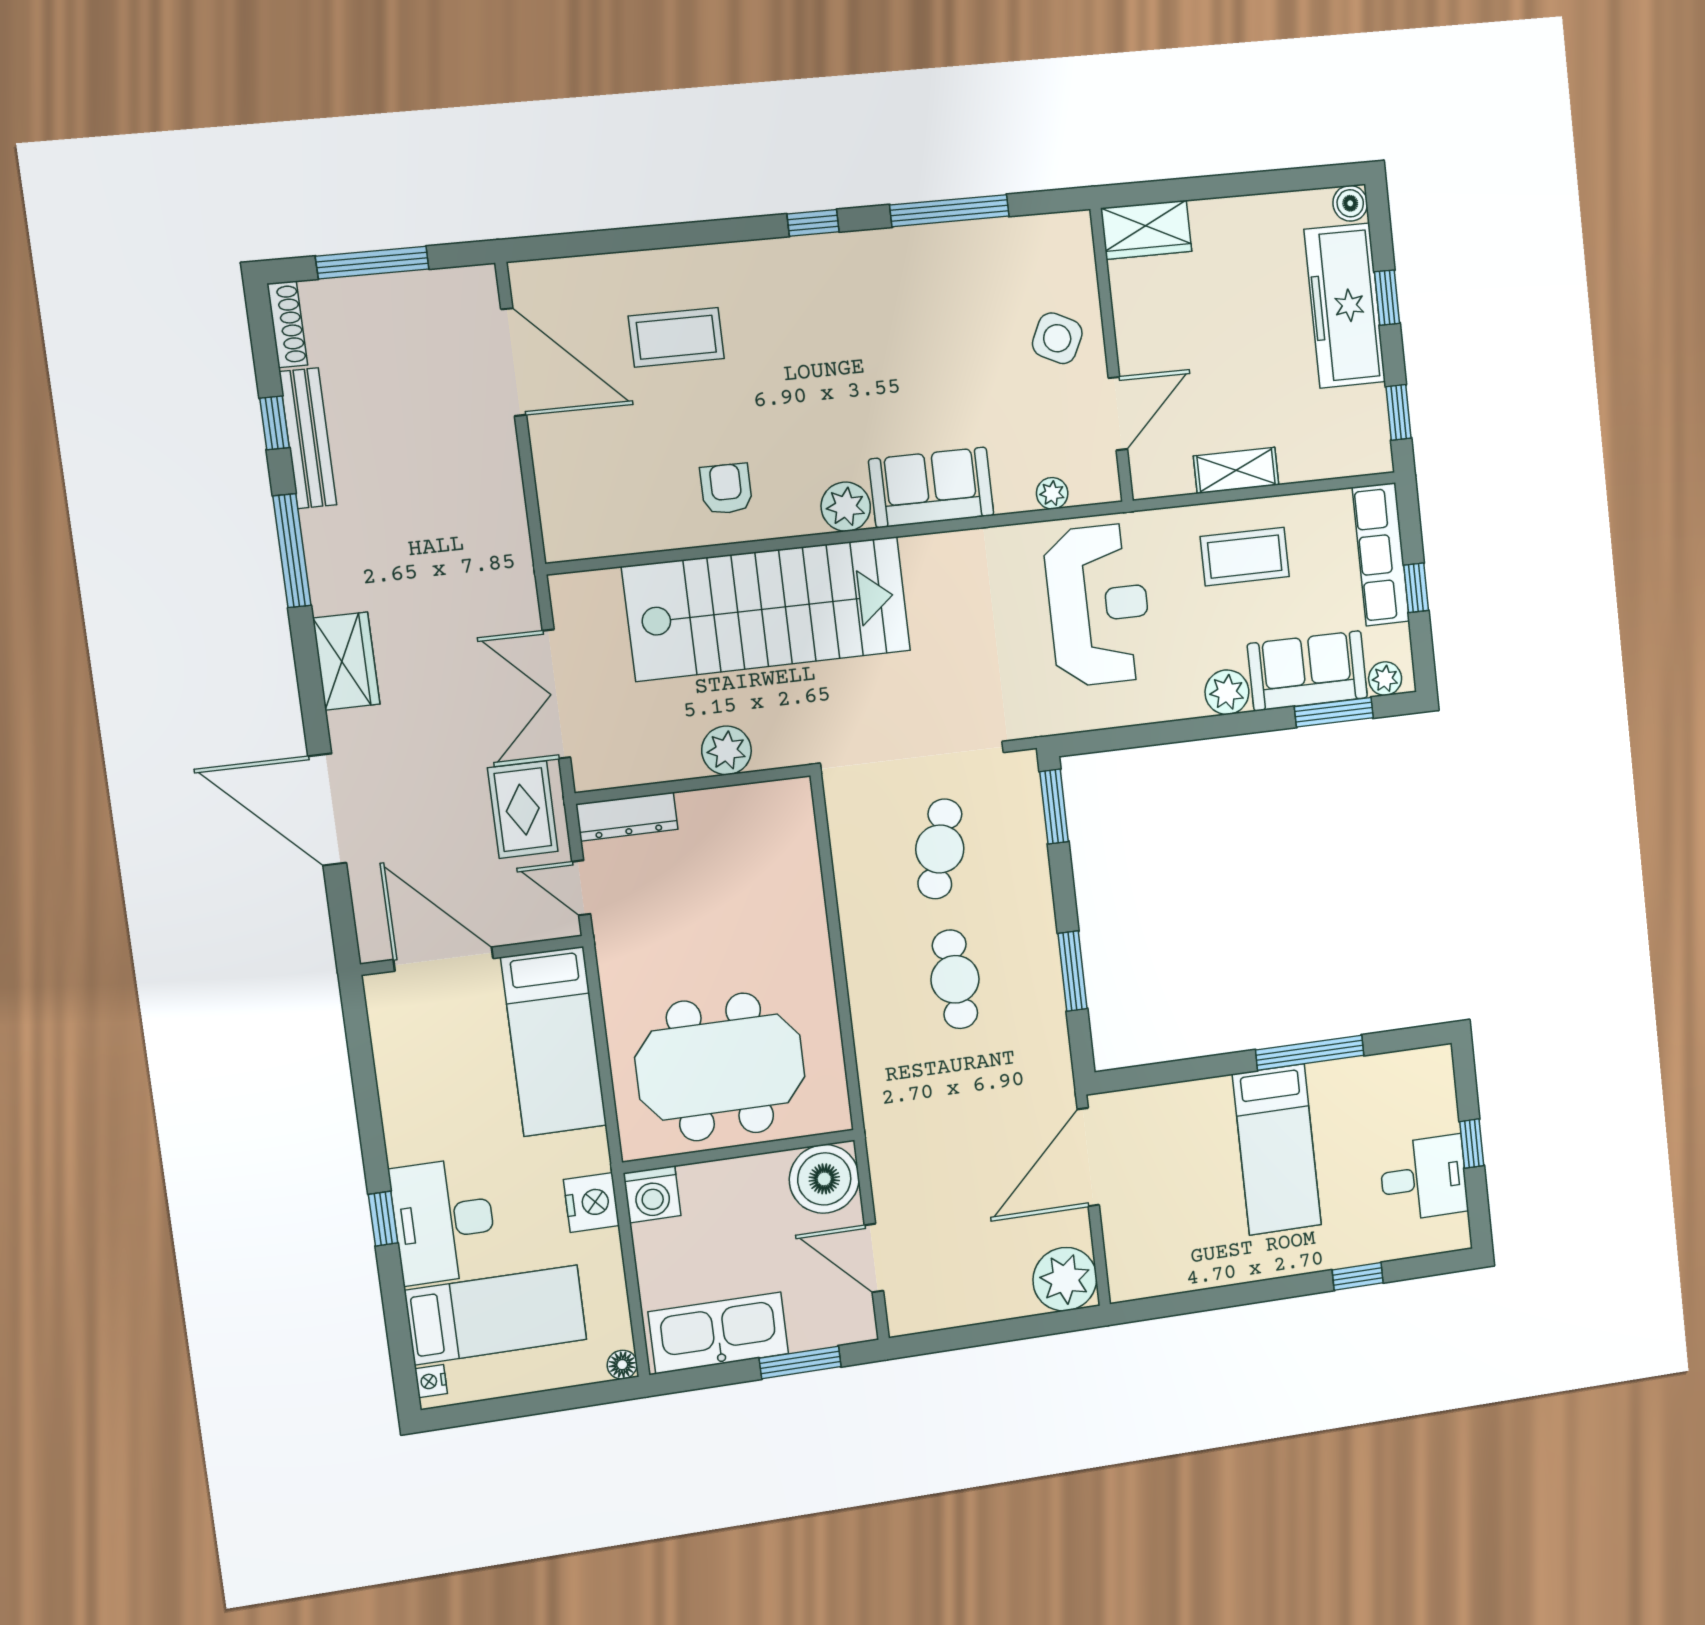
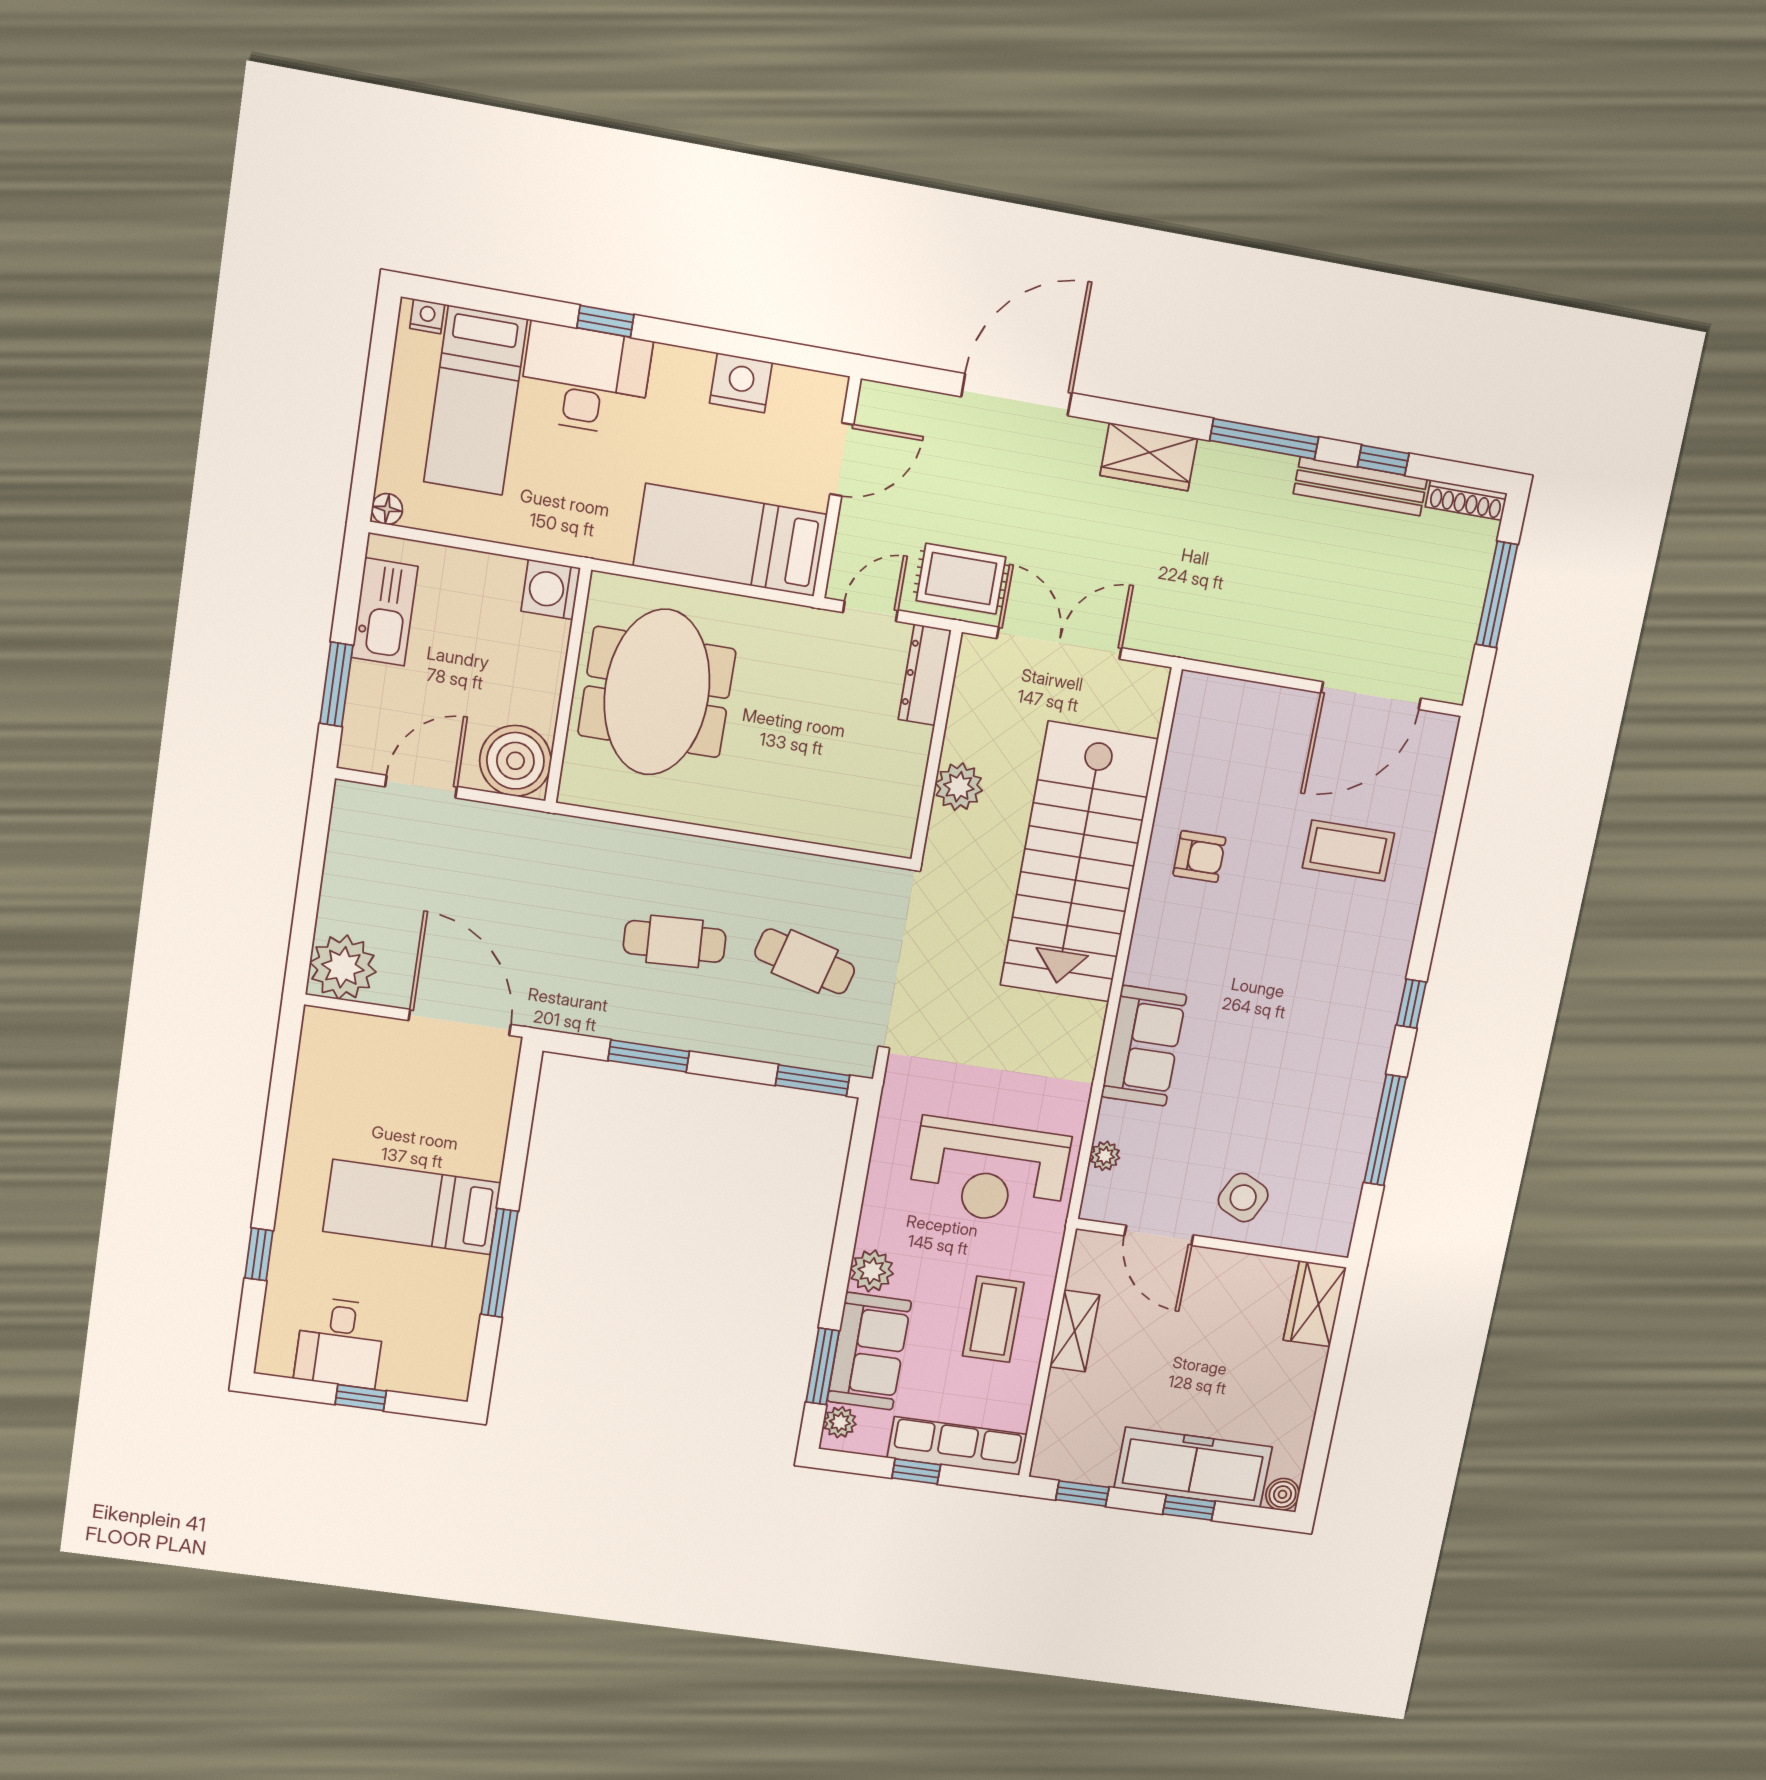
coffee table: (676, 337) -> (1348, 851), turned 90
plant: (846, 507) -> (1150, 962), removed
door: (443, 959) -> (842, 459), width x0.73
nightstand: (591, 1202) -> (741, 383), moved, turned 180
kitchen sink: (718, 1333) -> (385, 612), width x0.73, depth x0.81

